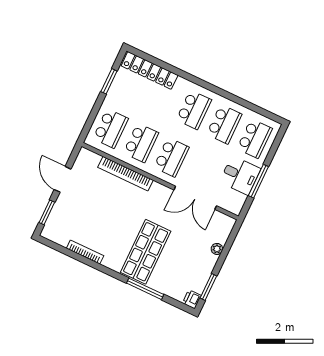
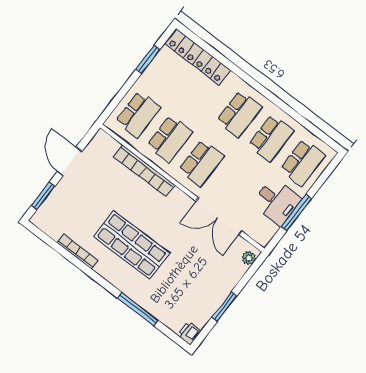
plant: (217, 249) -> (249, 258), moved
shop shelf: (146, 252) -> (132, 245), moved, turned 90
window: (208, 287) -> (224, 306), moved

